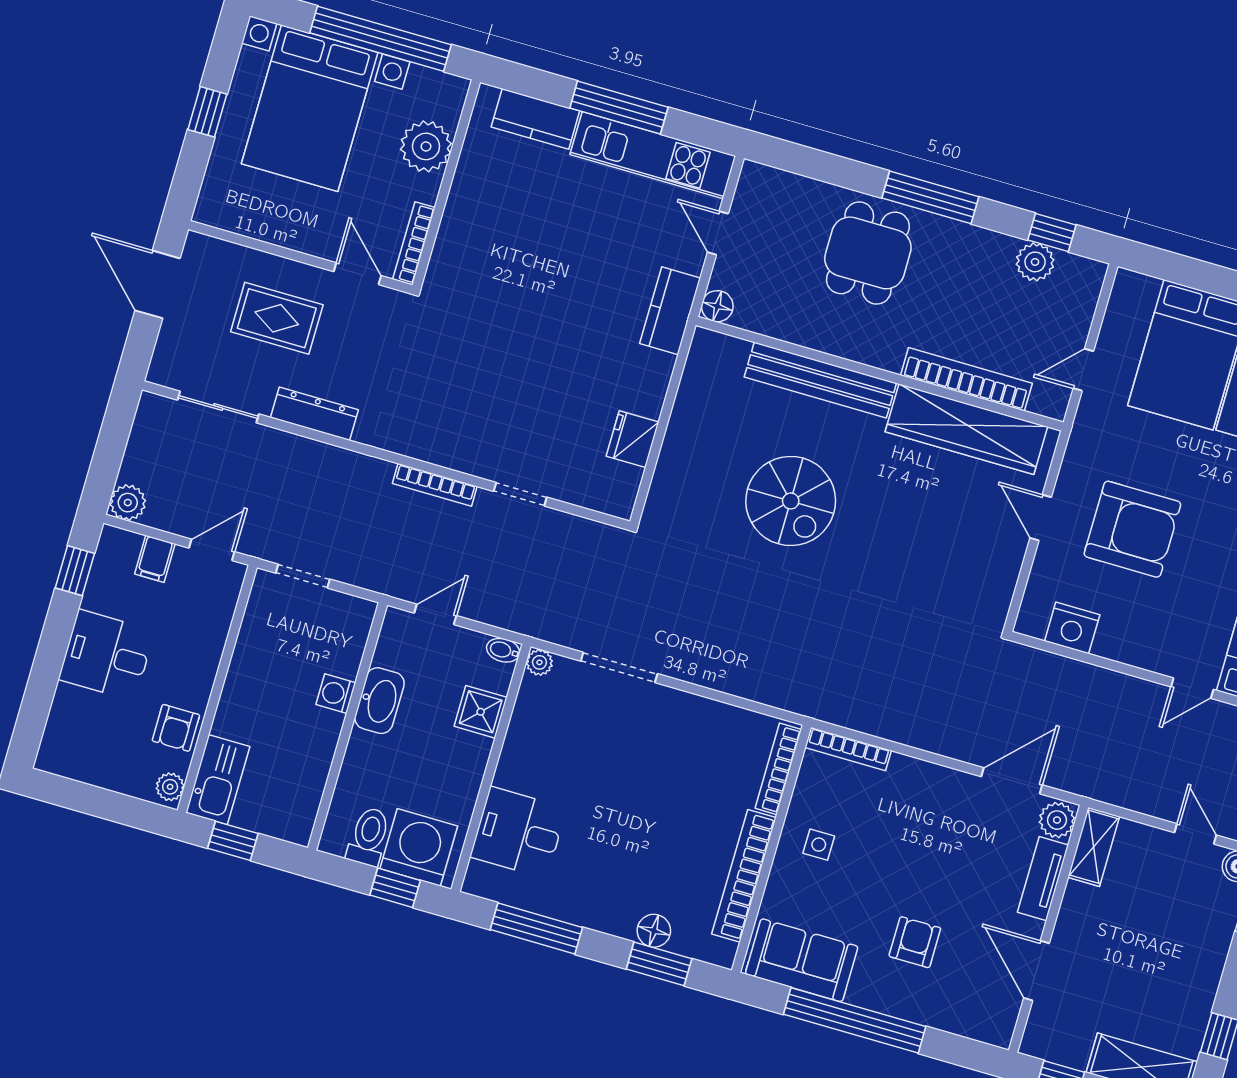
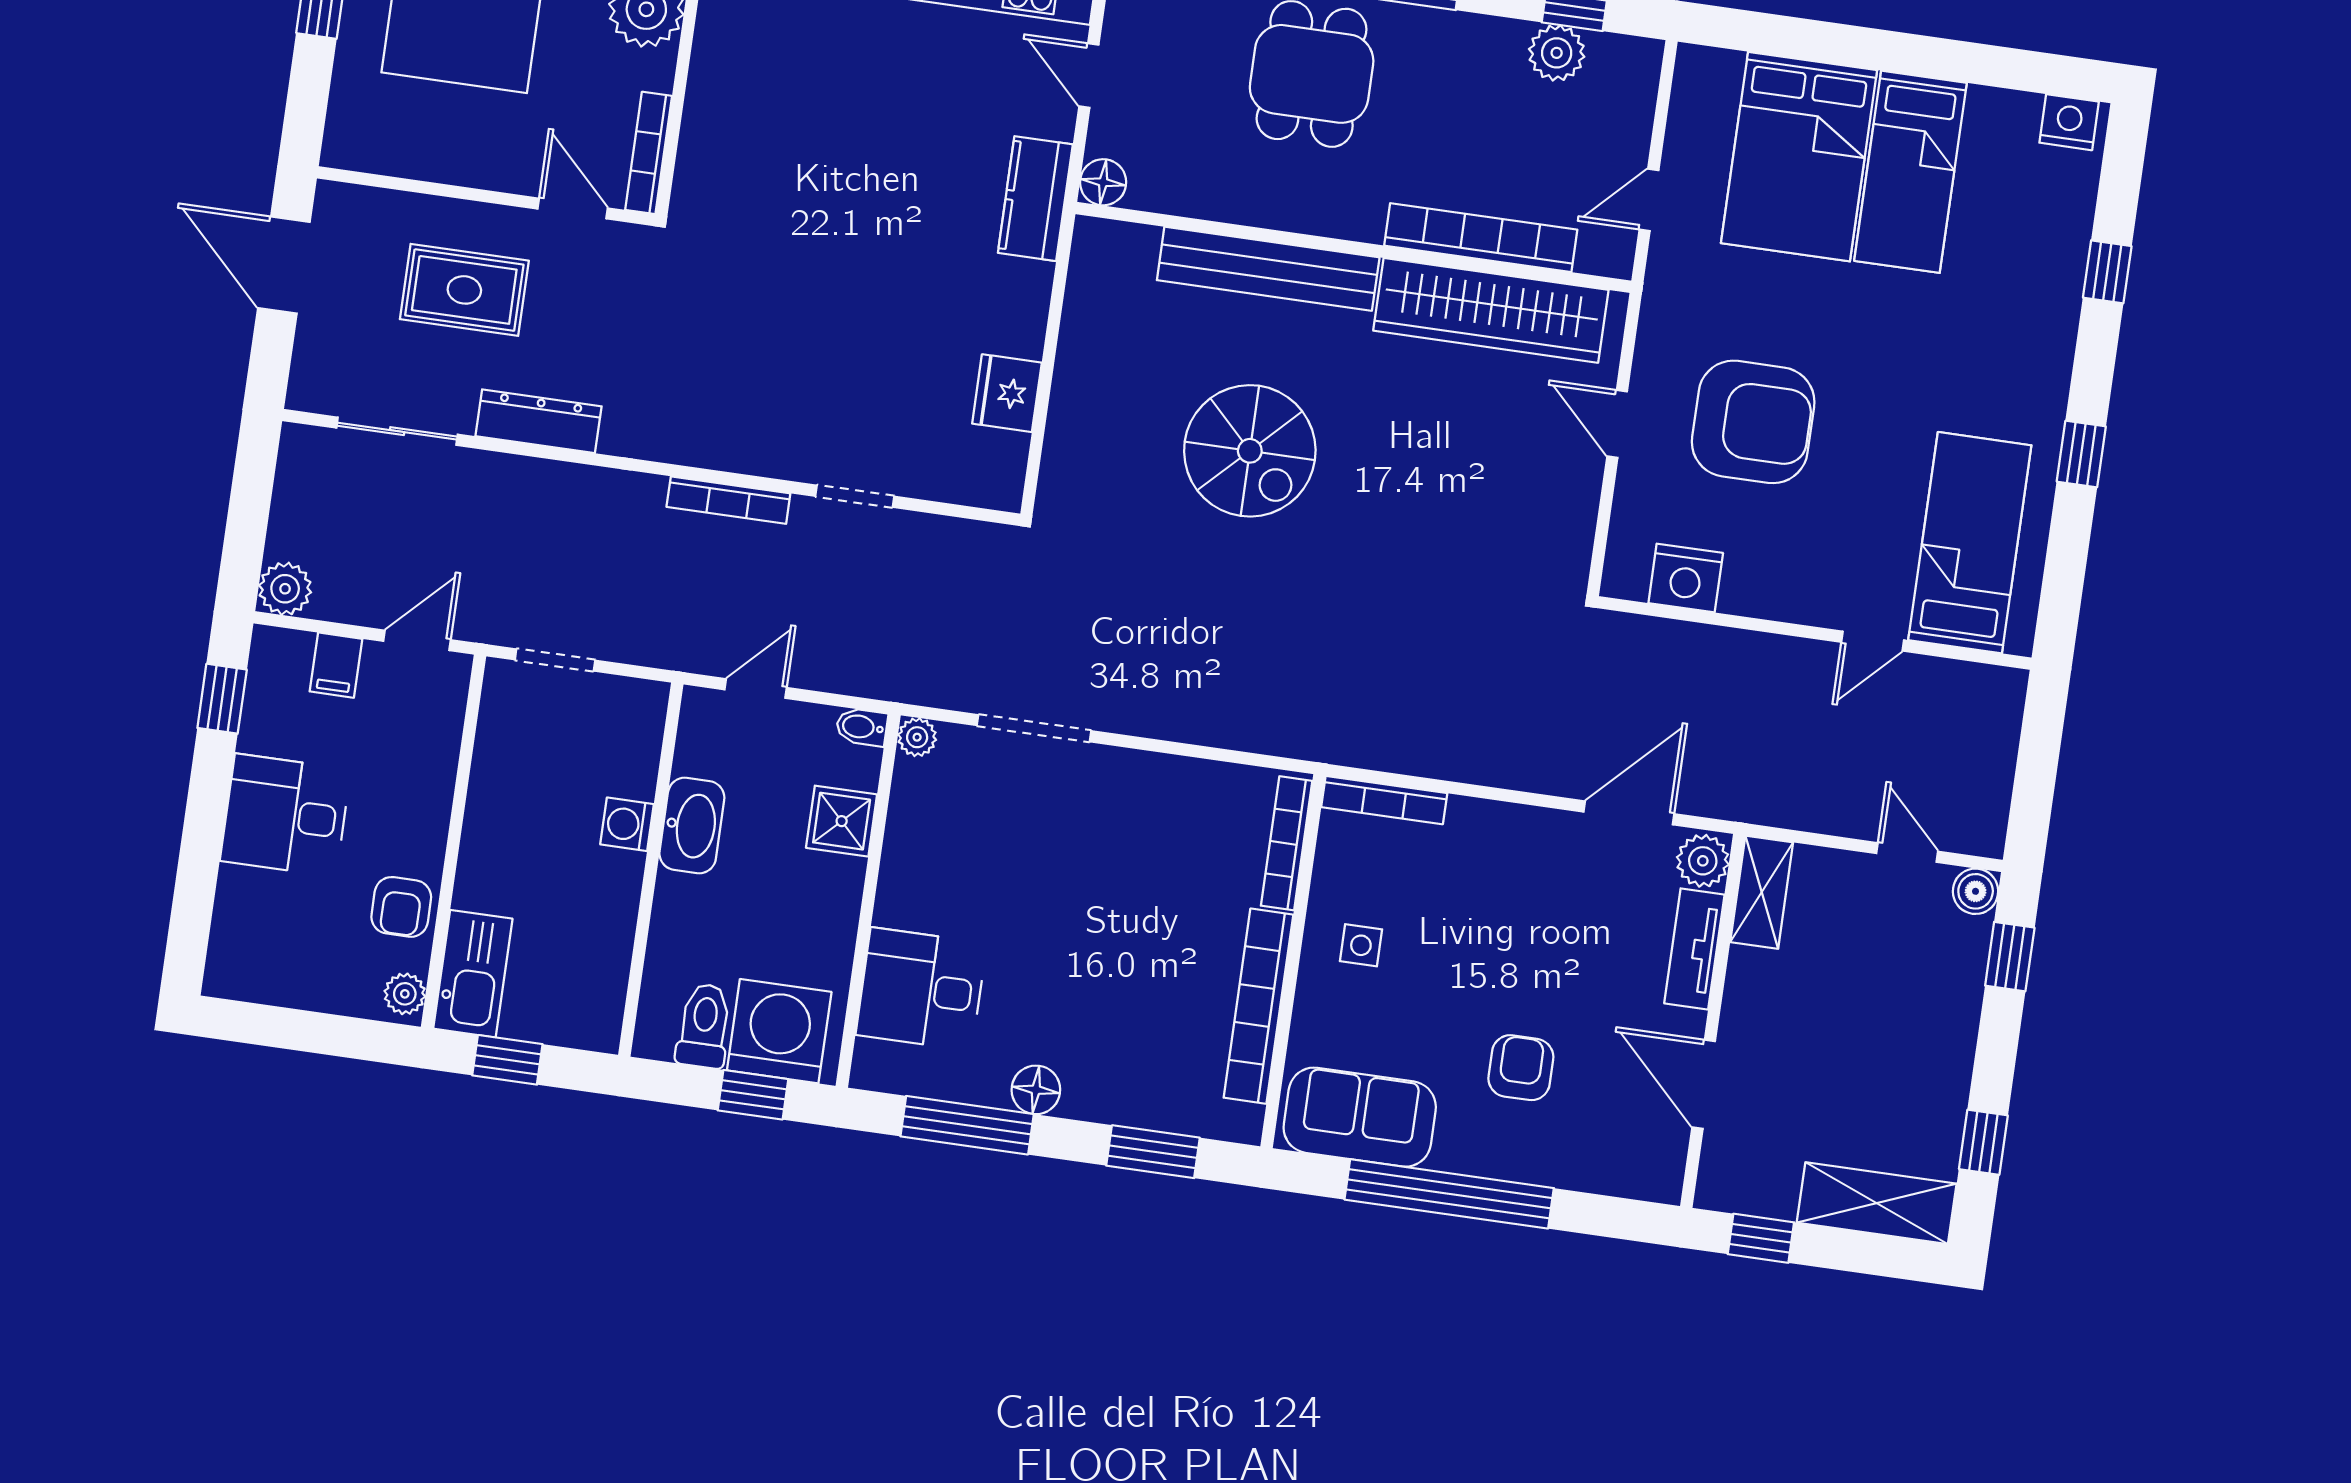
floor lamp: (654, 931) -> (1036, 1090), moved

